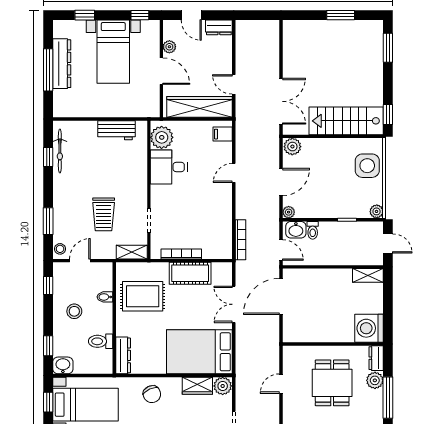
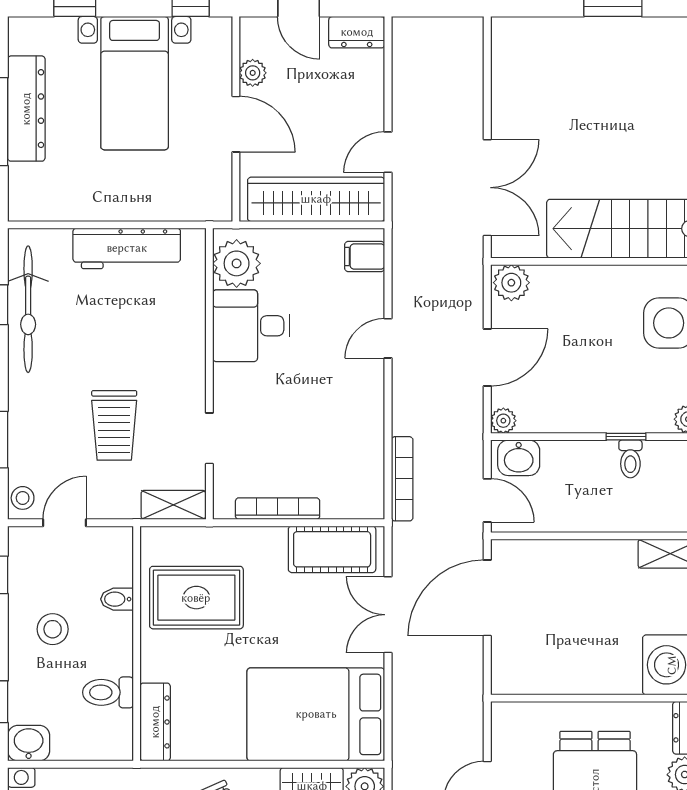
door: (234, 84) -> (388, 152), hinge flipped
workbench: (116, 130) -> (127, 248), width x1.38
bicycle: (60, 151) -> (28, 309), width x1.37, depth x1.40
toilet: (313, 230) -> (630, 459), moved
cot: (190, 273) -> (332, 549), moved

